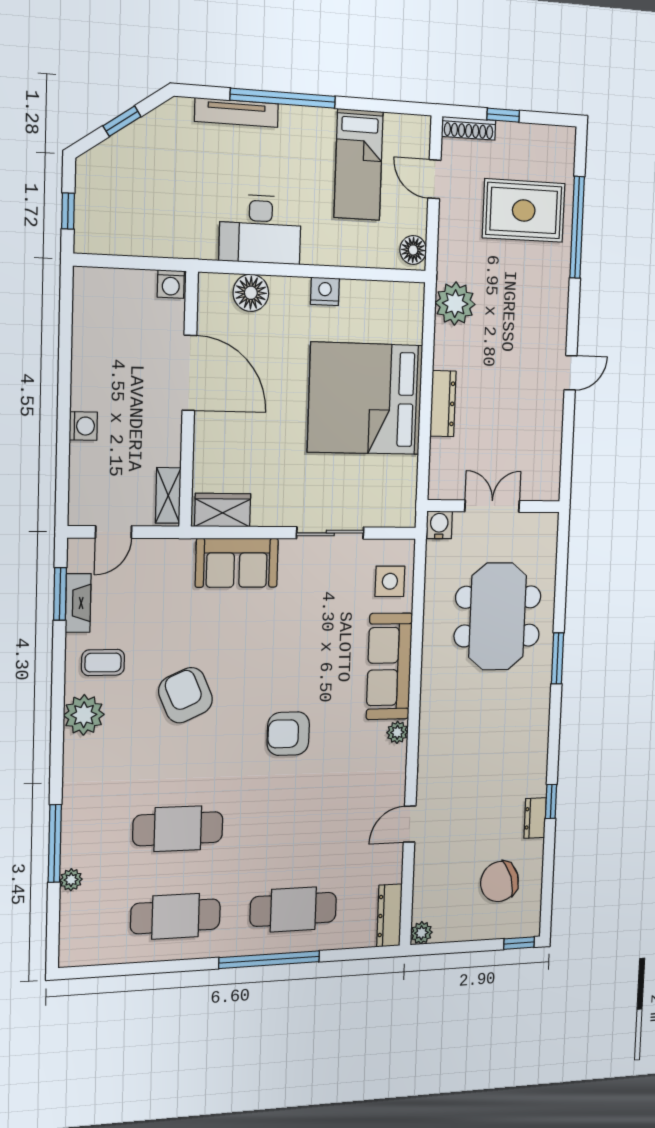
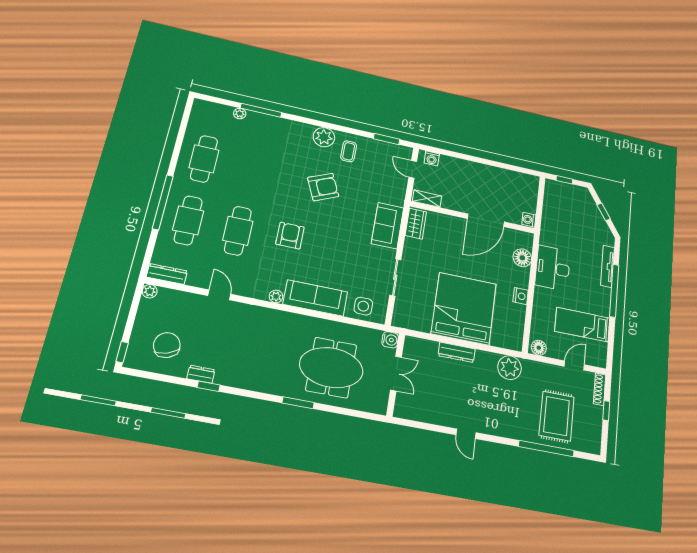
washing machine: (83, 426) -> (432, 158), moved
fireplace: (78, 603) -> (381, 146), removed
cafe table: (178, 829) -> (238, 231), moved

